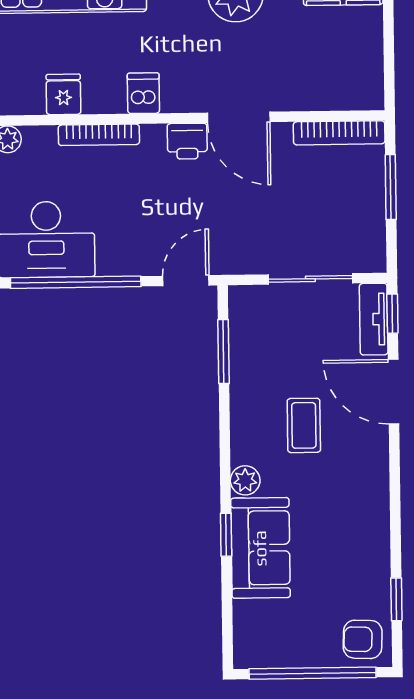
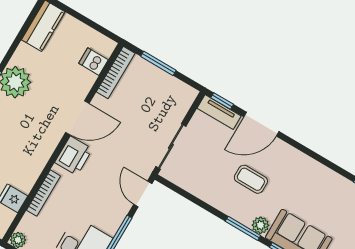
dishwasher: (143, 93) -> (93, 62), moved
printer: (187, 141) -> (74, 156), width x1.36, depth x1.24
sliding door: (310, 279) -> (171, 146), moved
window: (224, 352) -> (243, 228), moved

